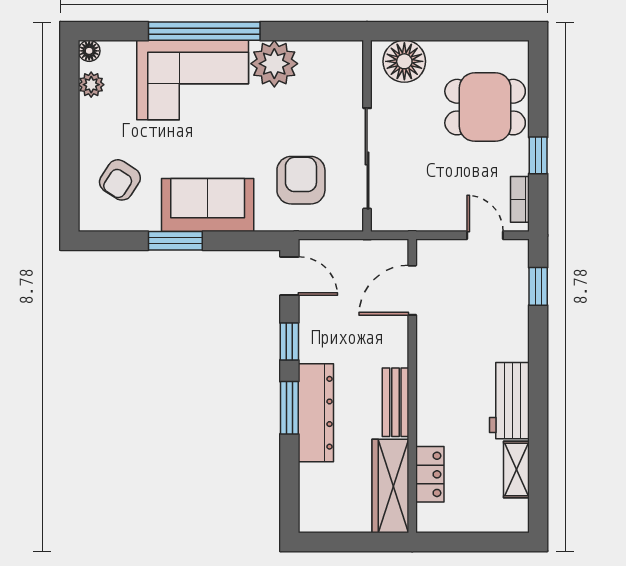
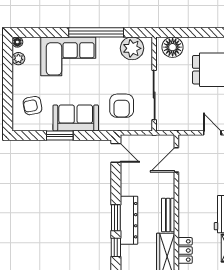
window: (204, 31) -> (96, 32), moved
plant: (274, 64) -> (132, 48), moved
armchair: (120, 180) -> (33, 106), turned 46
armchair: (301, 180) -> (122, 106), turned 180
window: (289, 341) -> (116, 247), moved

